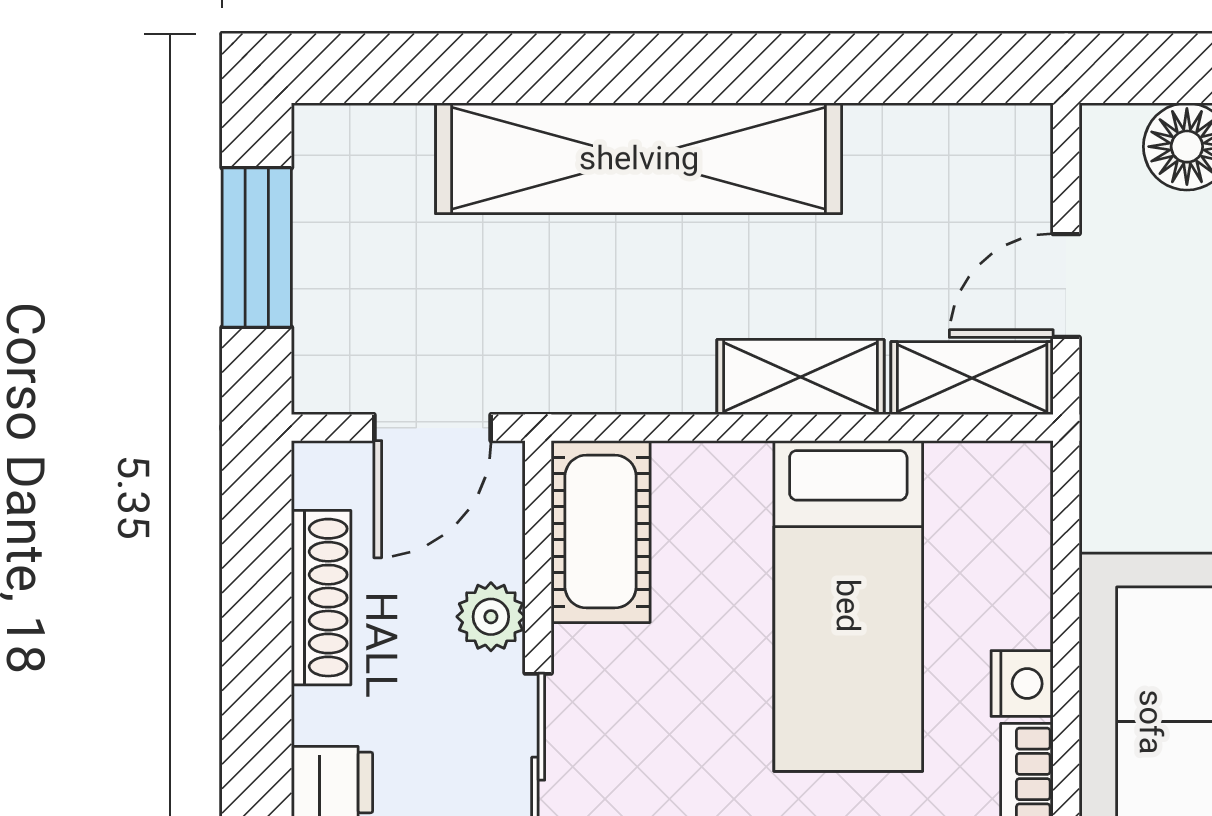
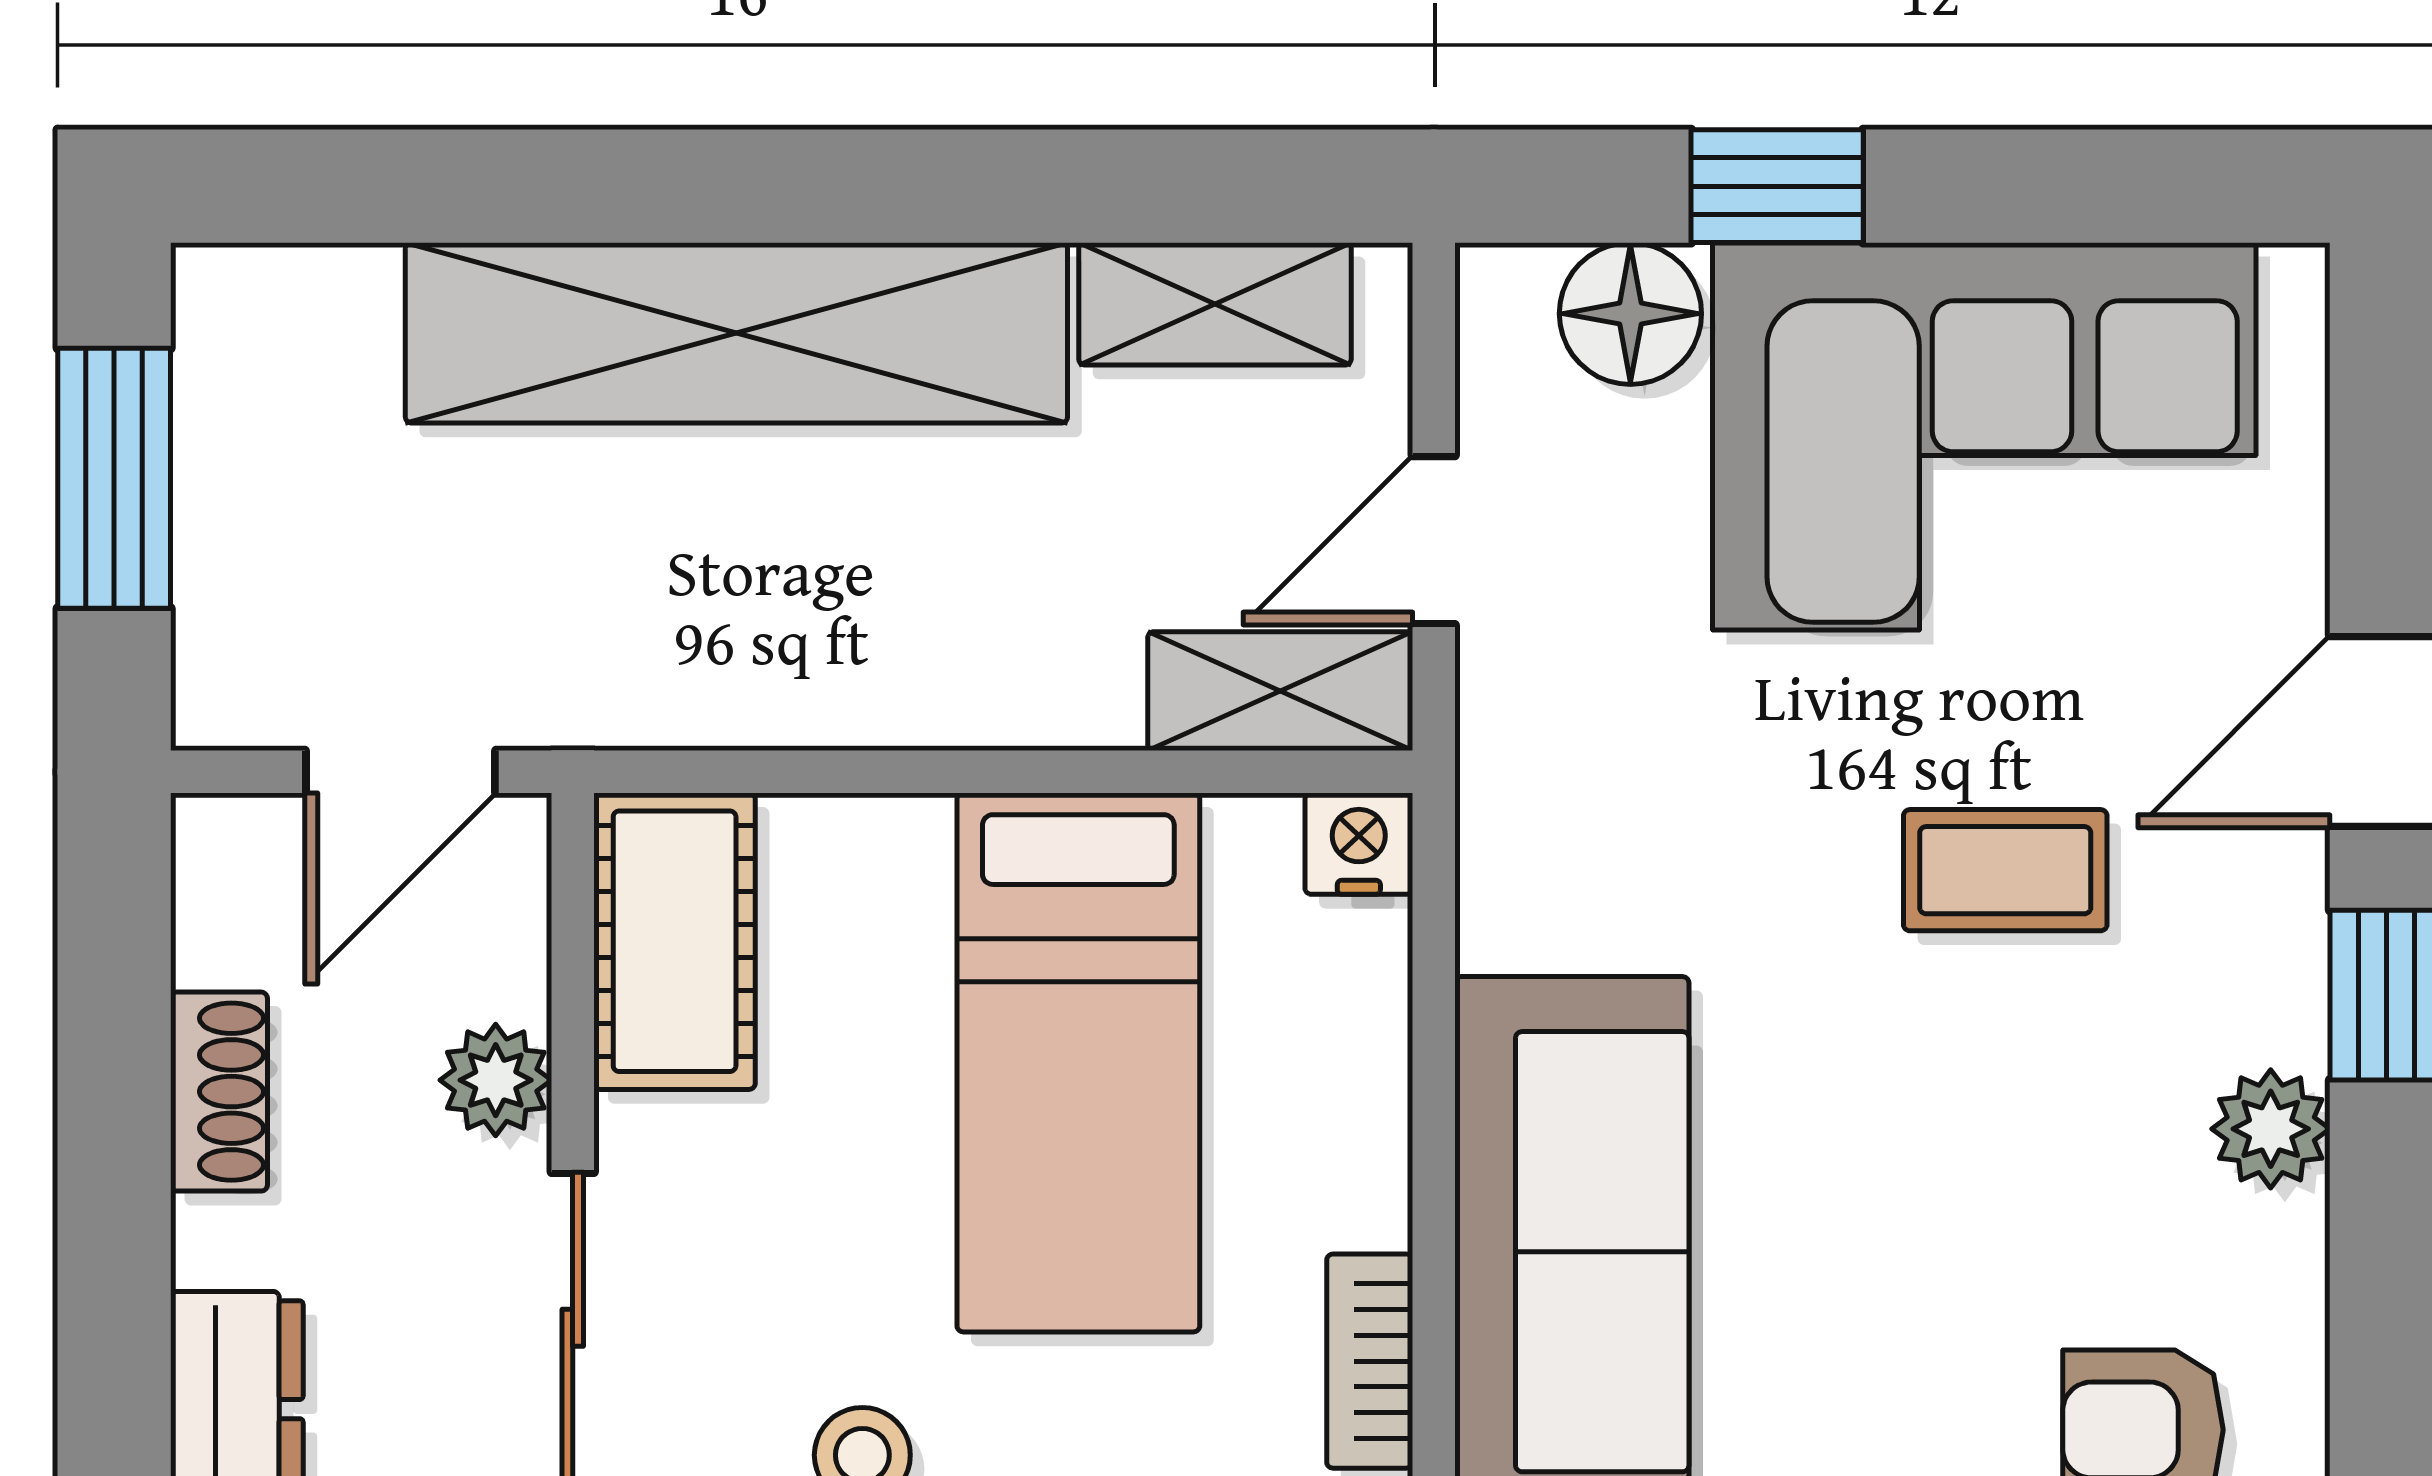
shelving: (800, 377) -> (1215, 304), moved
shoe rack: (321, 598) -> (219, 1092), width x0.70
nightstand: (1022, 684) -> (1359, 844), moved, turned -90

